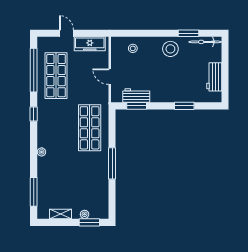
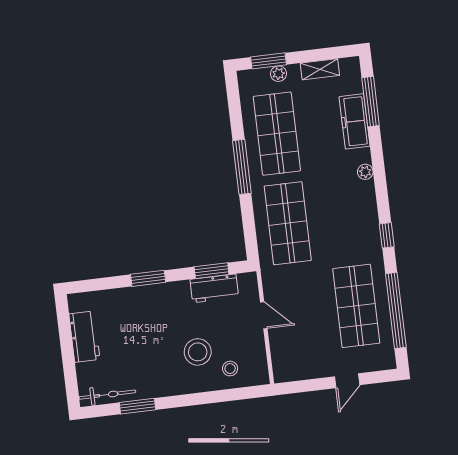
door: (66, 33) -> (347, 381), hinge flipped
freezer: (90, 44) -> (354, 121), moved, turned -90
stool: (170, 49) -> (198, 352), moved
window: (184, 106) -> (148, 278), moved
shop shelf: (90, 180) -> (277, 134), added

